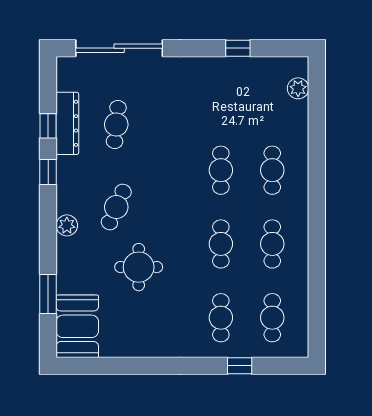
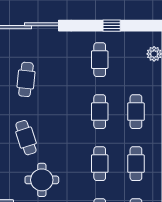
cafe table: (221, 96) -> (100, 60), added
cafe table: (116, 207) -> (26, 138), turned -42

